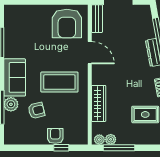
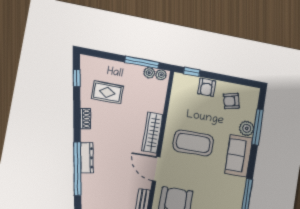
wardrobe: (99, 103) -> (152, 133), moved
armchair: (36, 110) -> (231, 101), moved
window: (61, 148) -> (192, 72), moved

